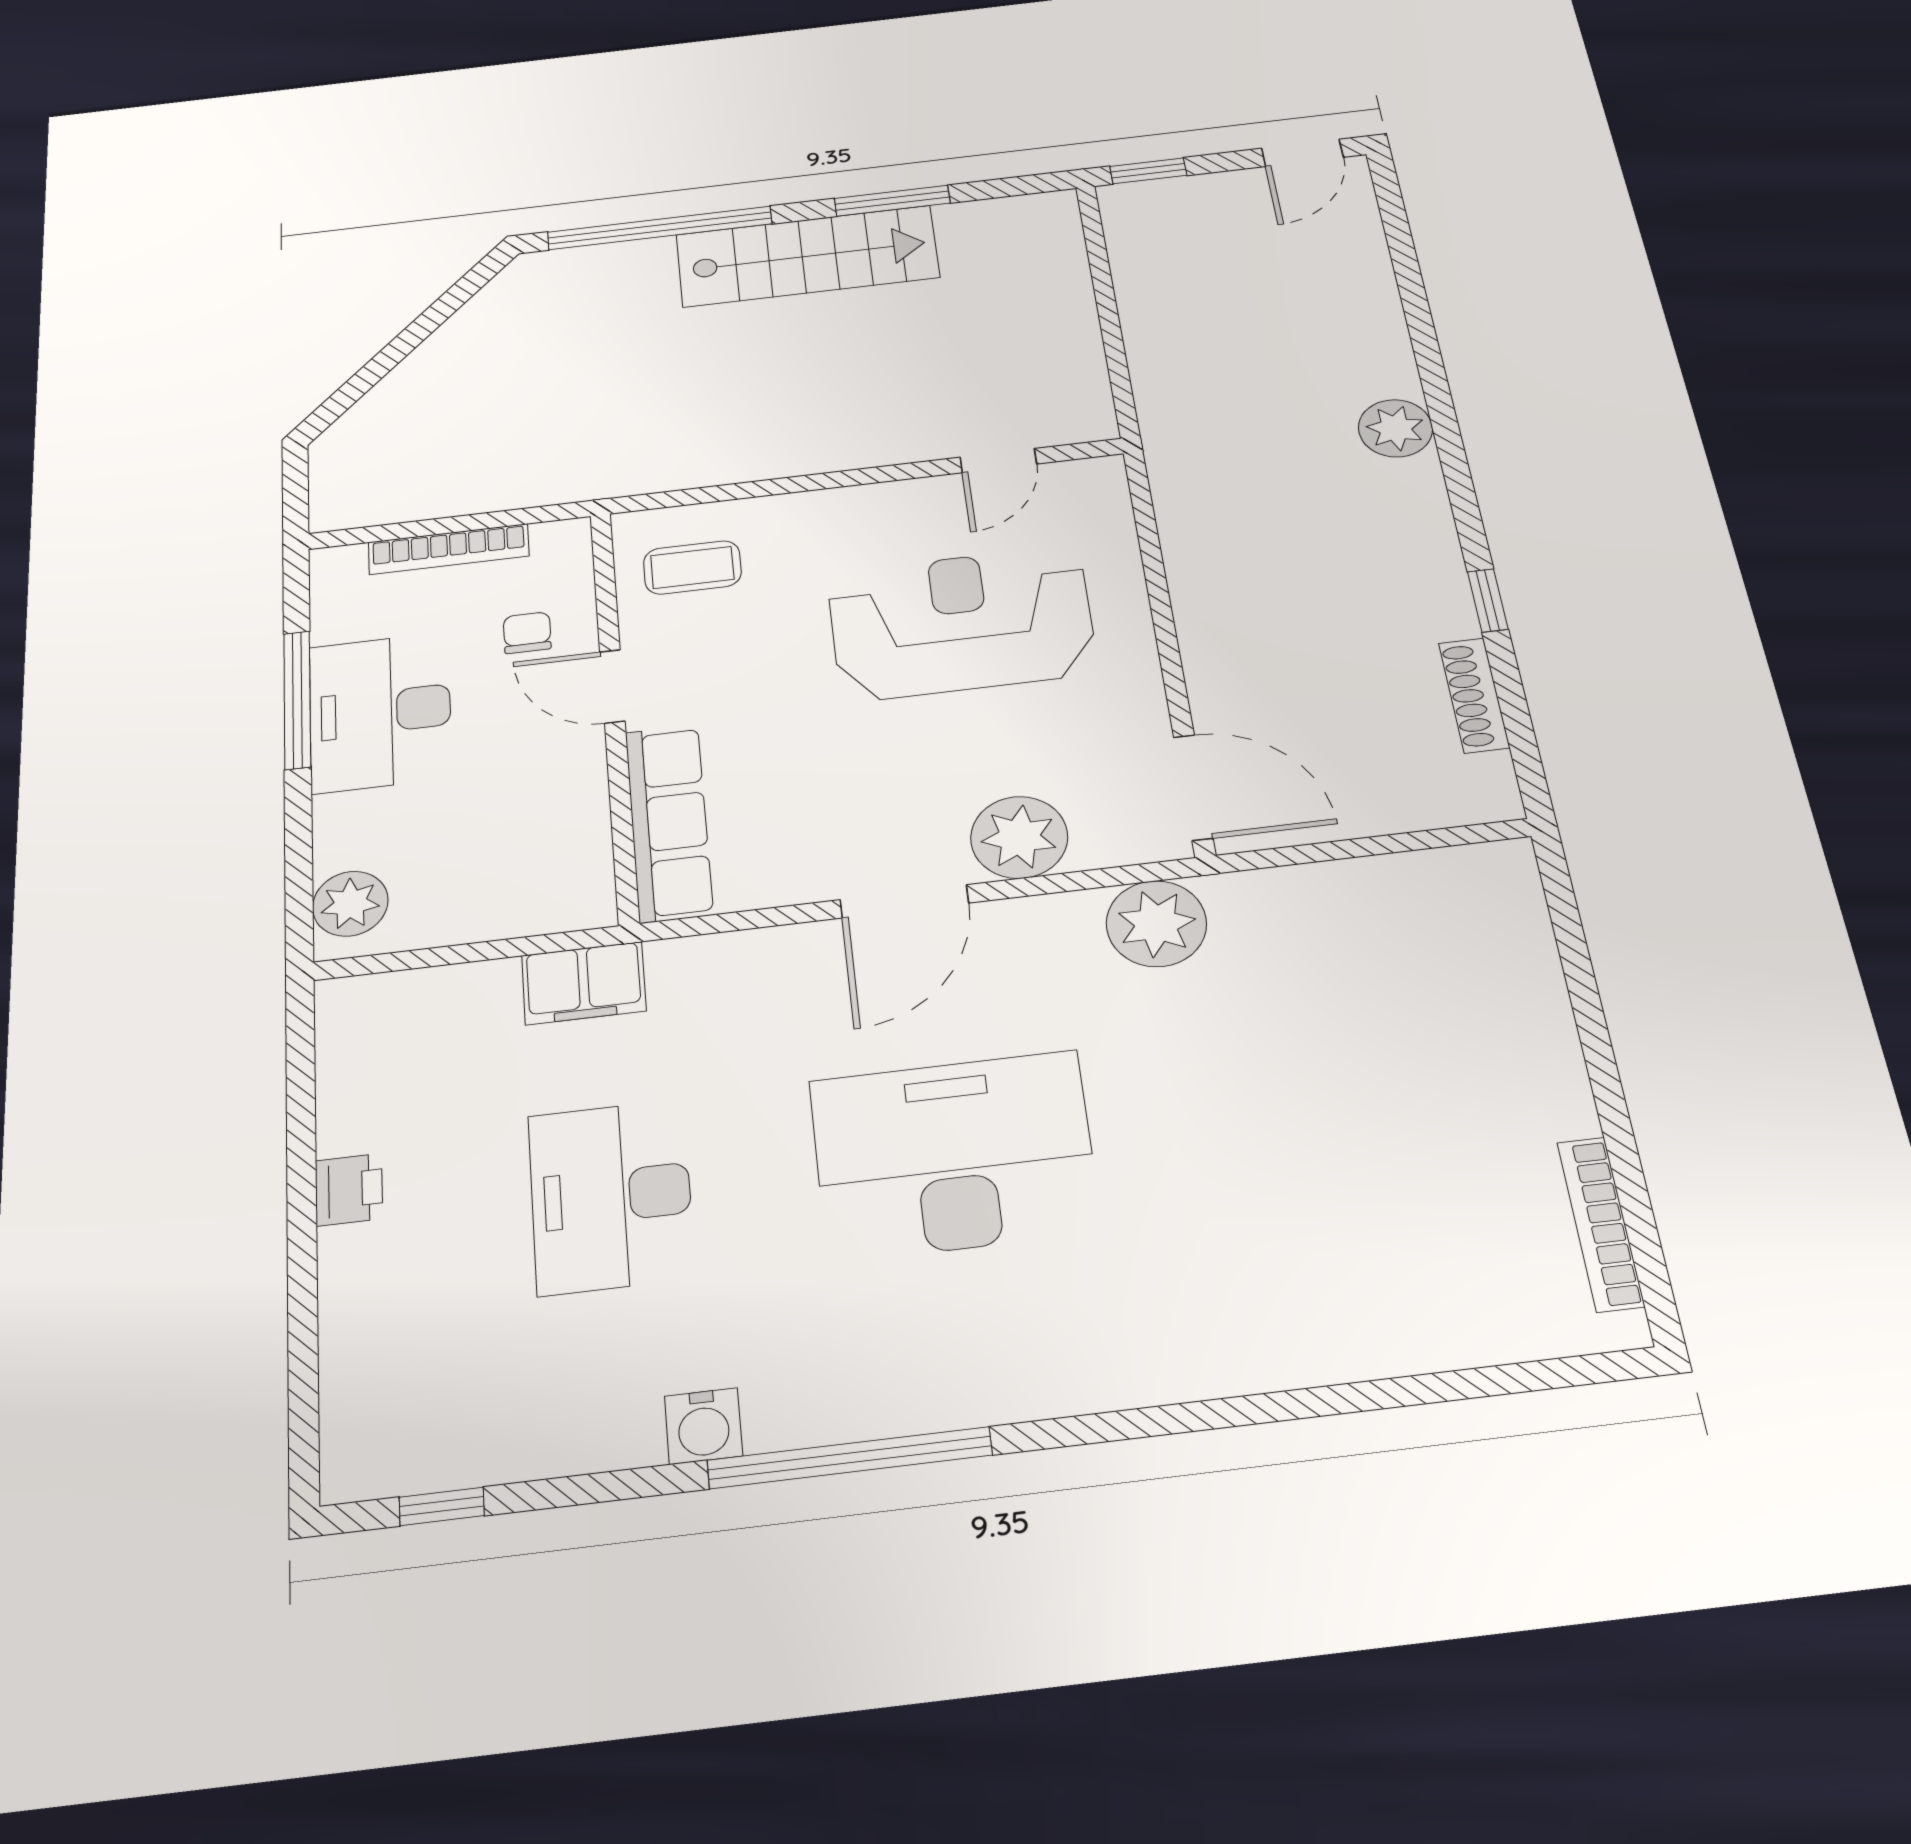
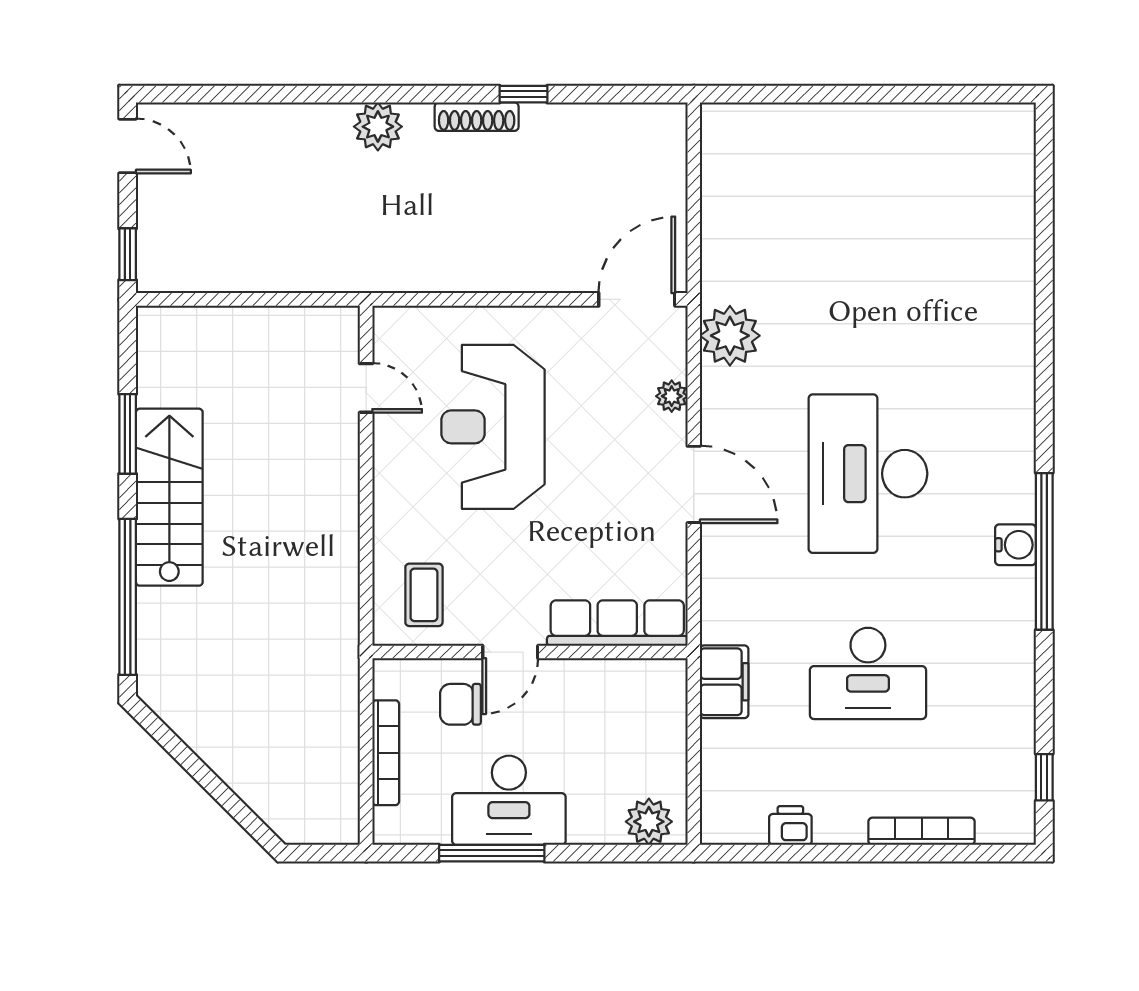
chair: (527, 633) -> (460, 704), width x1.37, depth x1.37
shoe rack: (1474, 695) -> (477, 117), moved
plant: (1019, 837) -> (672, 396), width x0.53, depth x0.53
printer: (349, 1190) -> (790, 825), moved
bookcase: (1601, 1224) -> (922, 831), moved, turned 180
water cooler: (703, 1426) -> (1016, 545), moved

